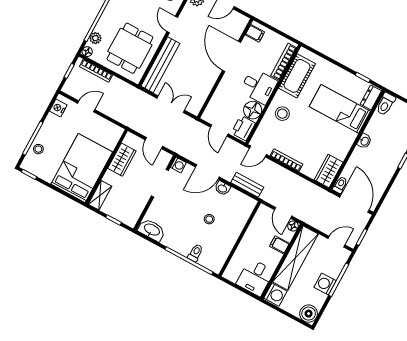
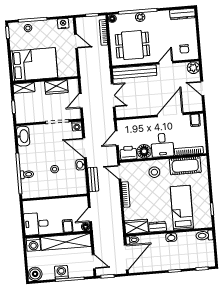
plant: (95, 38) -> (140, 17), moved
dresser: (371, 97) -> (157, 227), moved

